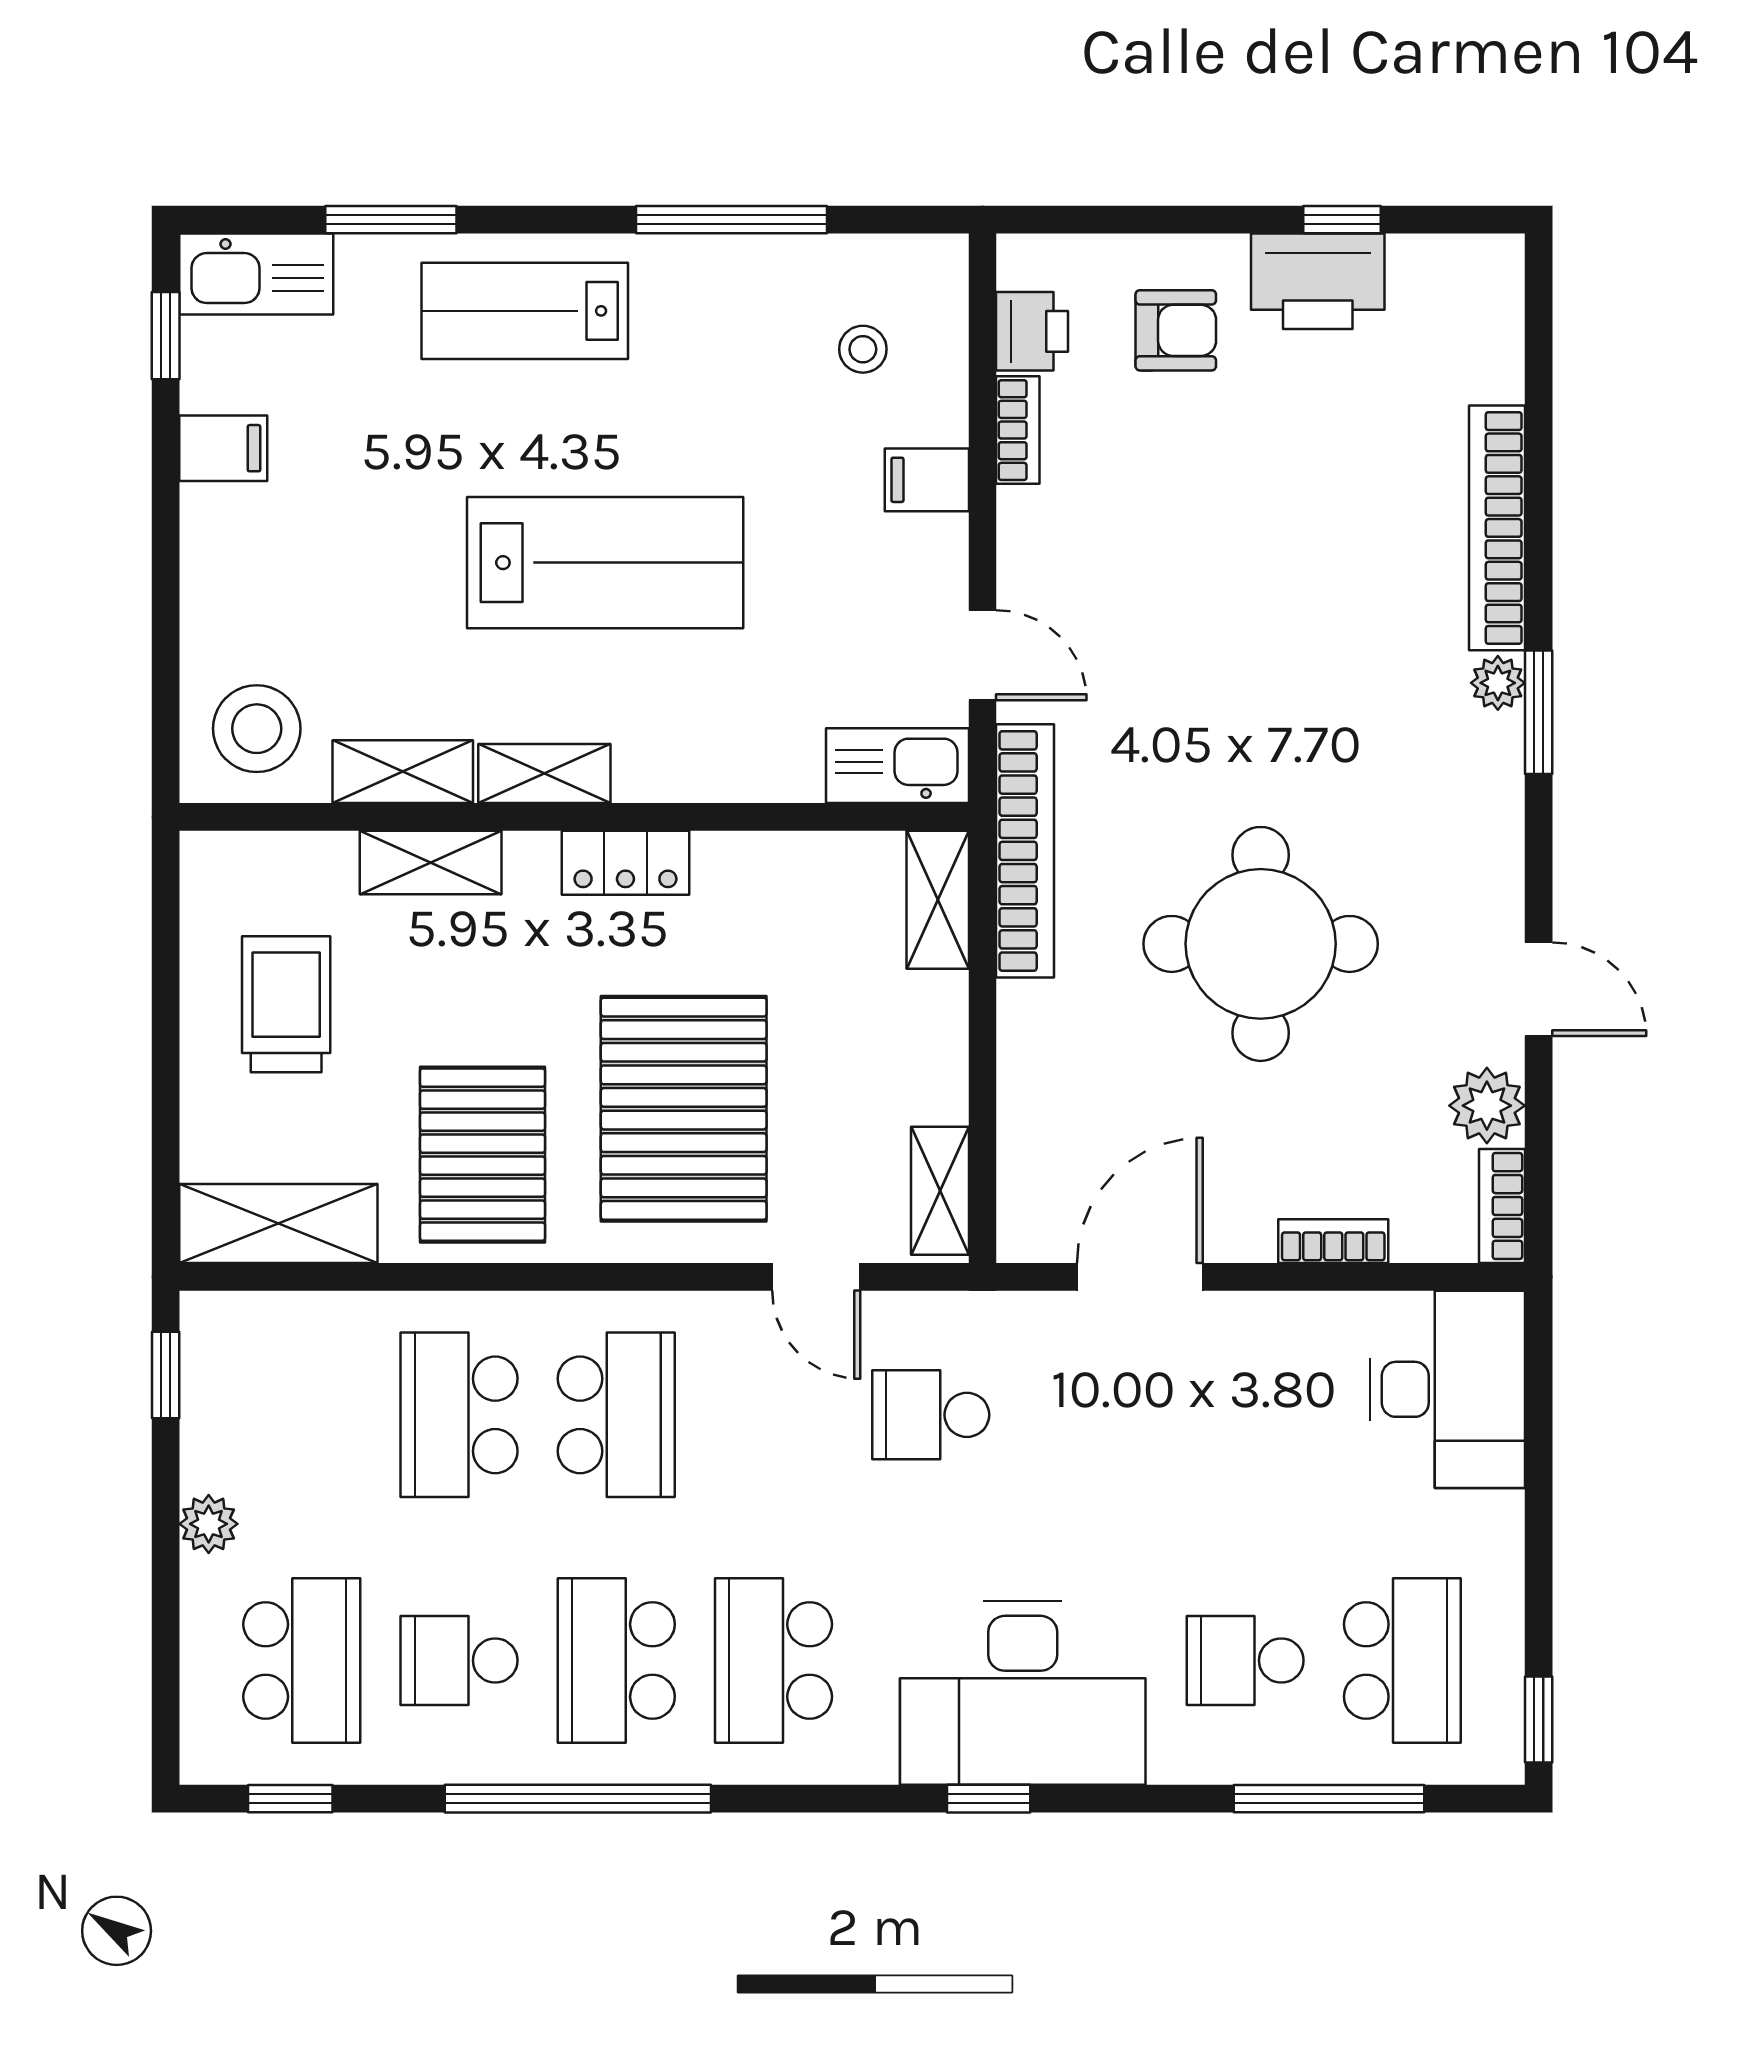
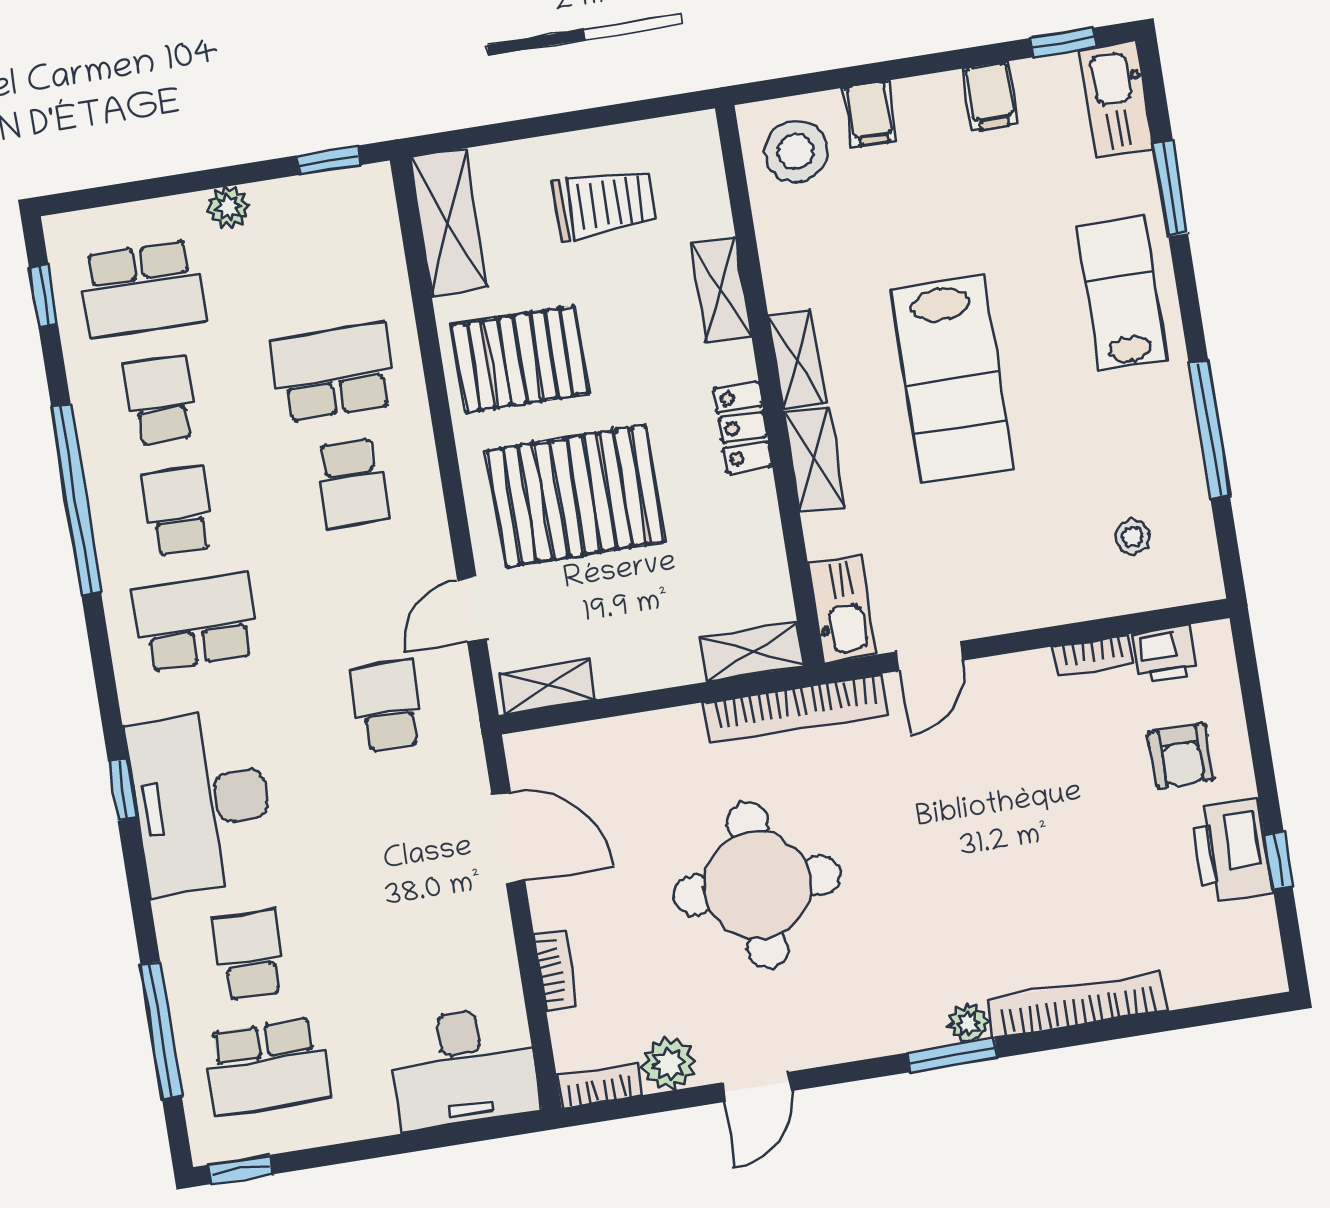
filing cabinet: (927, 480) -> (870, 114), moved, turned 180
shelving: (403, 772) -> (814, 460), moved
school desk: (616, 1415) -> (352, 483), width x0.54
school desk: (616, 1660) -> (178, 511), width x0.54

